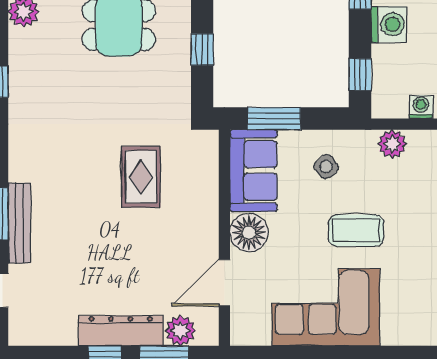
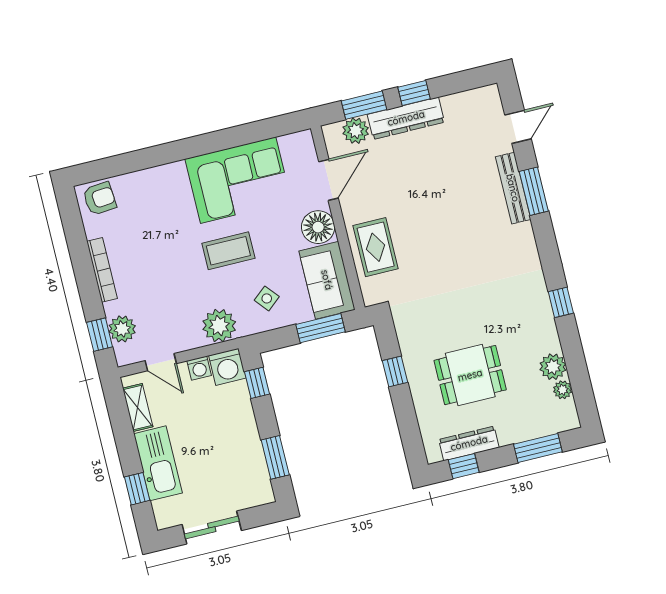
washing machine: (389, 24) -> (227, 367), moved, turned -90
plant: (392, 144) -> (219, 326), width x1.36, depth x1.36
rug: (141, 177) -> (376, 247), moved

